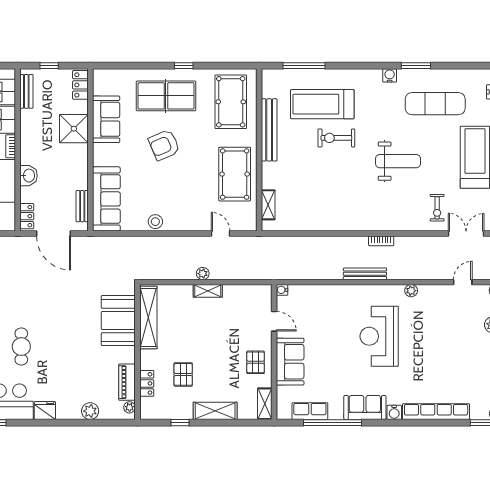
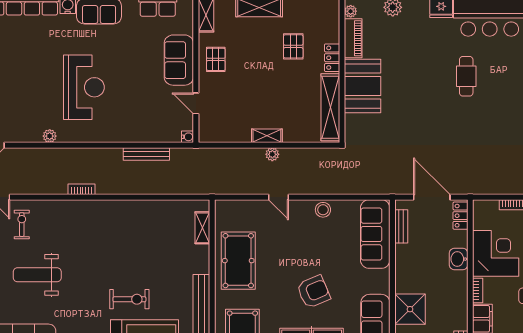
weight bench: (398, 161) -> (37, 275), moved
door: (221, 233) -> (279, 197), moved
bench: (365, 274) -> (146, 154), moved
booth: (118, 321) -> (362, 86), moved
locker: (147, 383) -> (332, 58), moved

